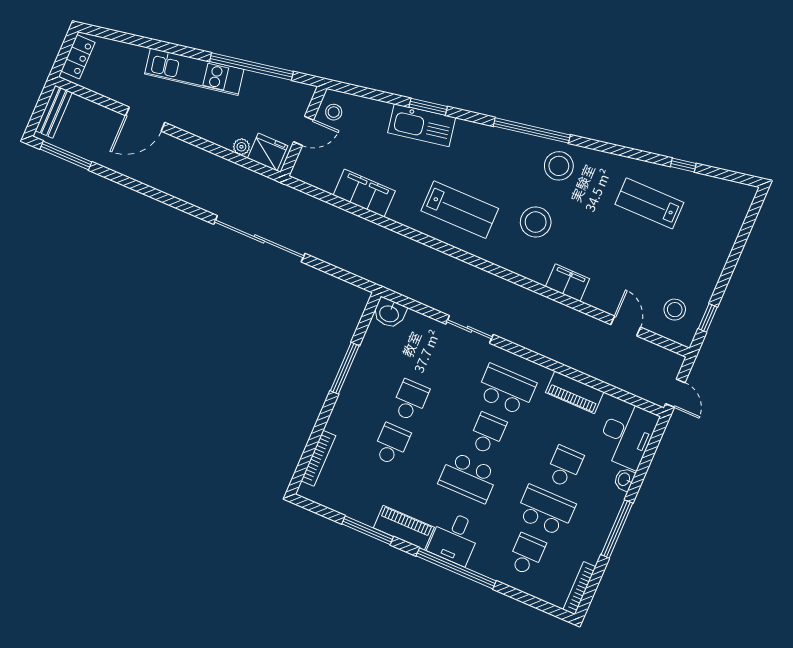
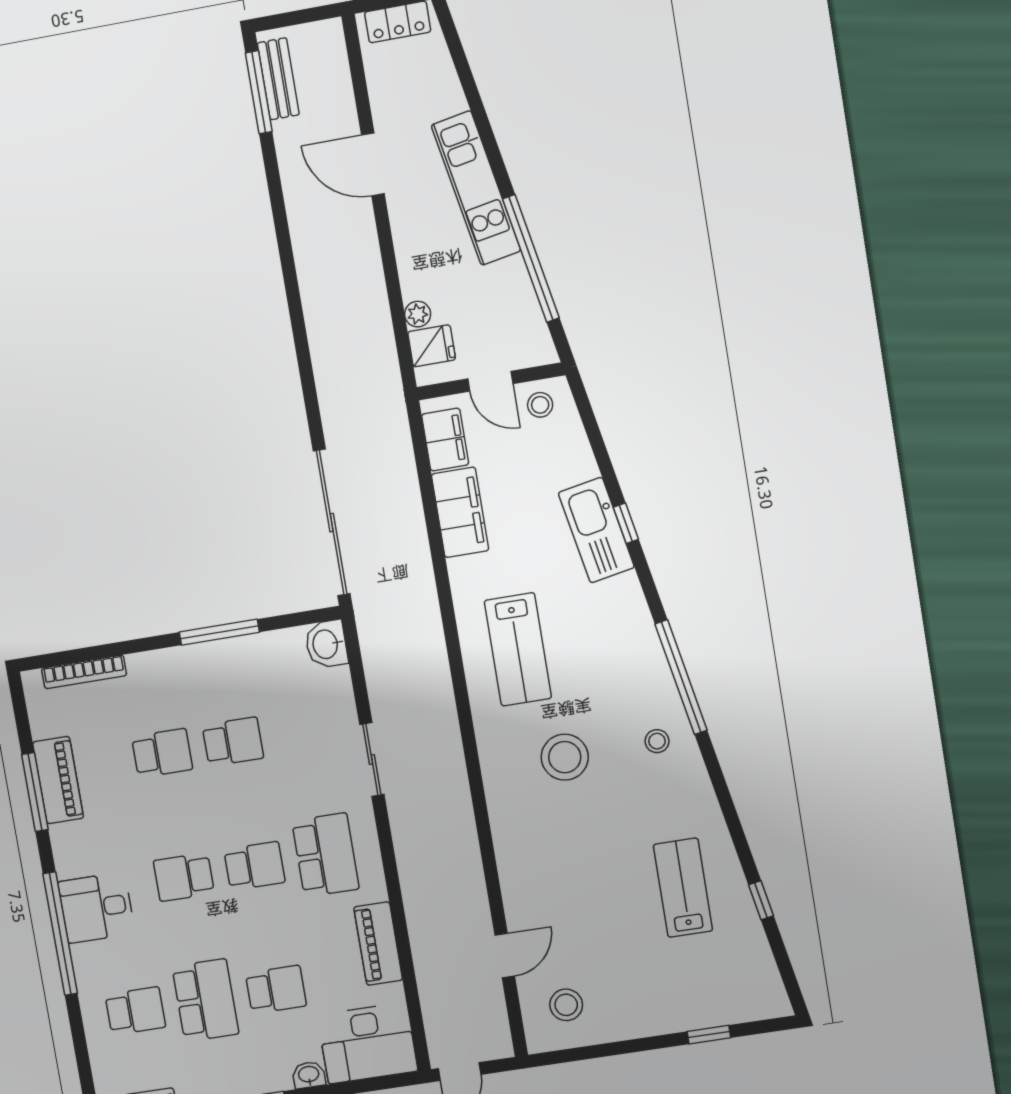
window: (428, 107) -> (626, 523), width x0.67
bench: (54, 112) -> (278, 79), moved, turned 90
fridge: (268, 152) -> (432, 346), width x0.72
stool: (559, 166) -> (657, 741), width x0.53, depth x0.53
sliding door: (259, 239) -> (332, 523), moved
filing cabinet: (568, 283) -> (445, 440), moved
window: (708, 318) -> (709, 1035), moved
school desk: (468, 477) -> (184, 877), width x0.54
piano: (404, 528) -> (58, 780), moved

